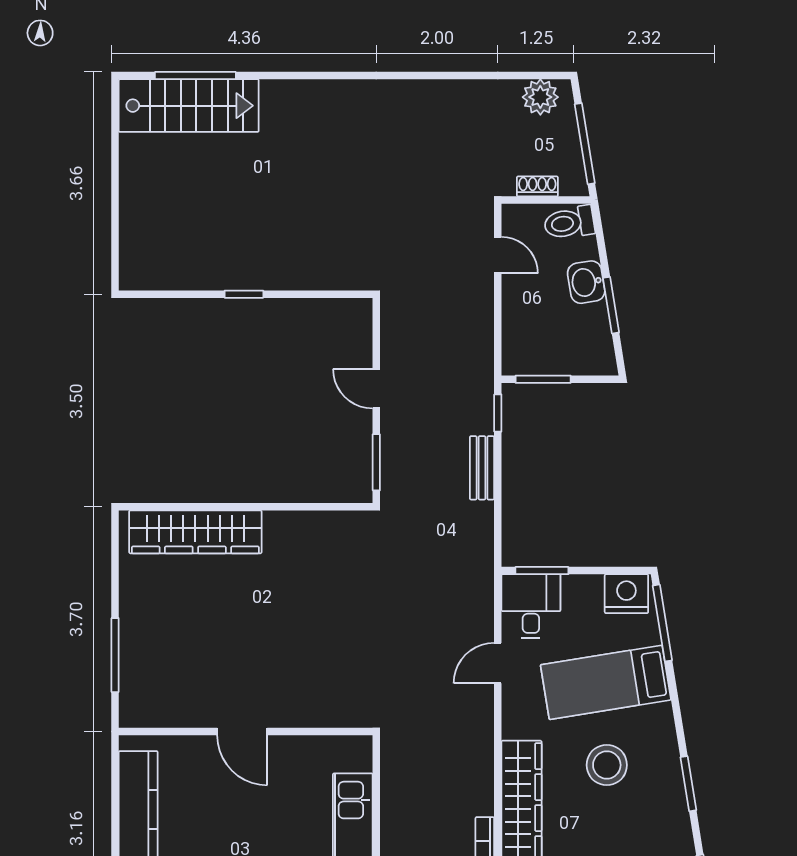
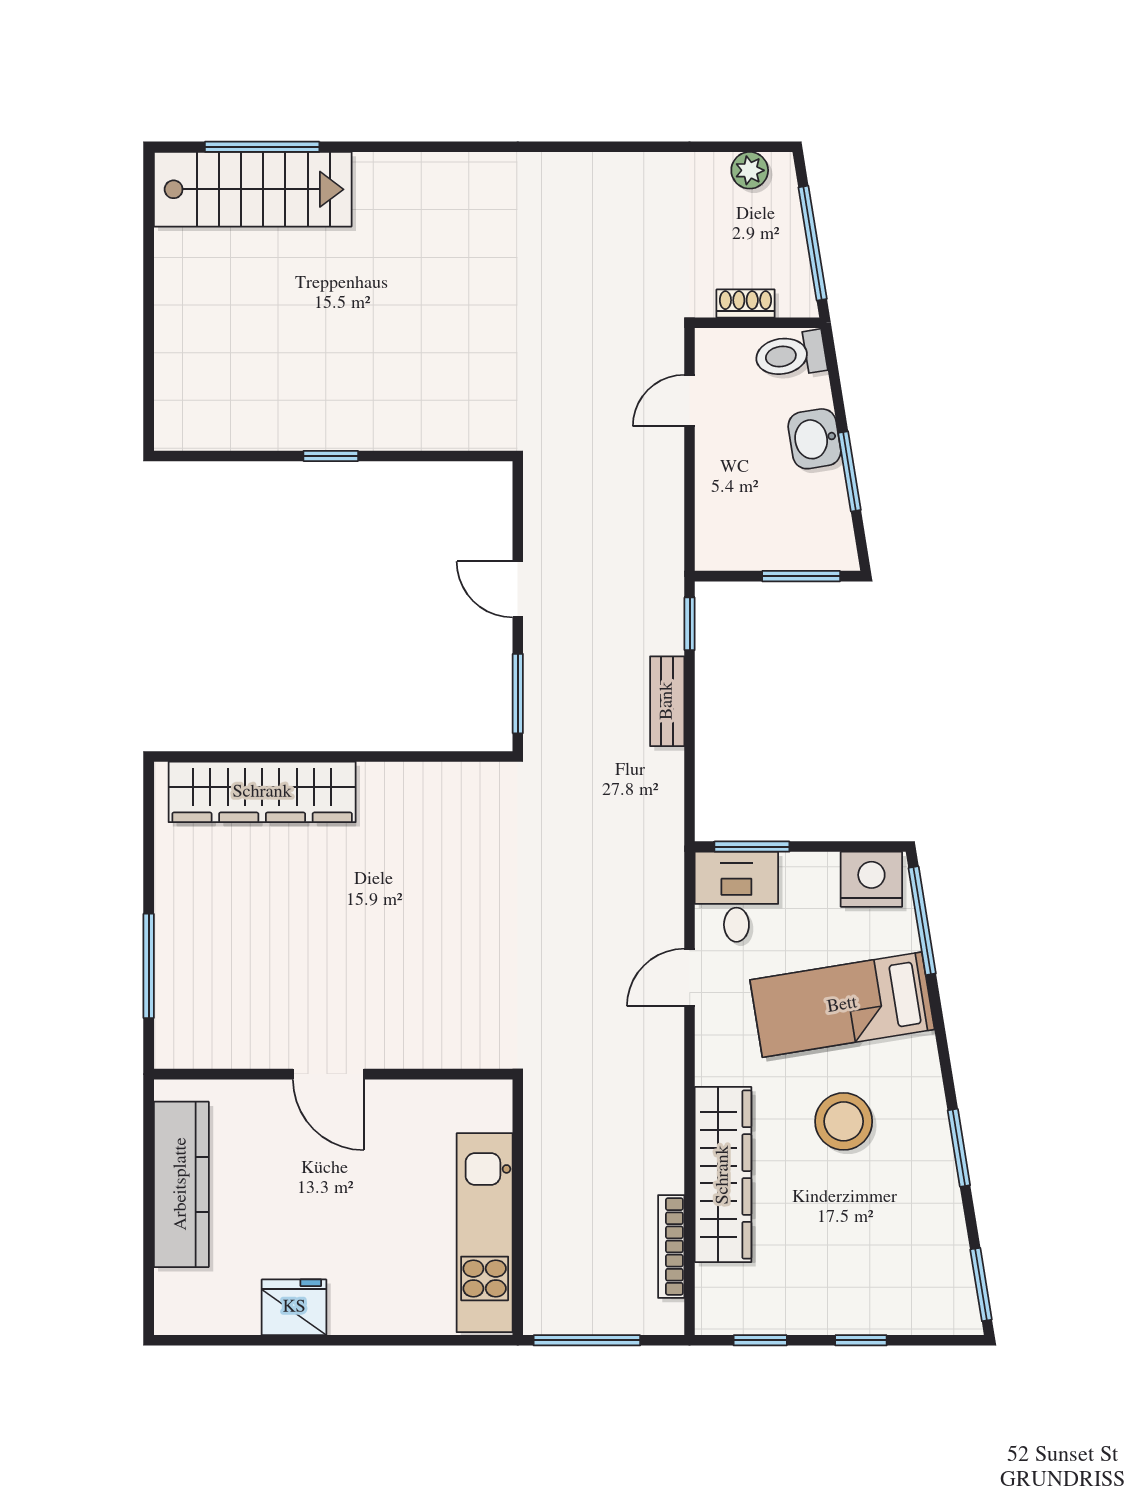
plant: (540, 97) -> (750, 170), width x0.73, depth x0.73
door: (498, 255) -> (690, 401), swing flipped
window: (543, 379) -> (801, 576), moved

